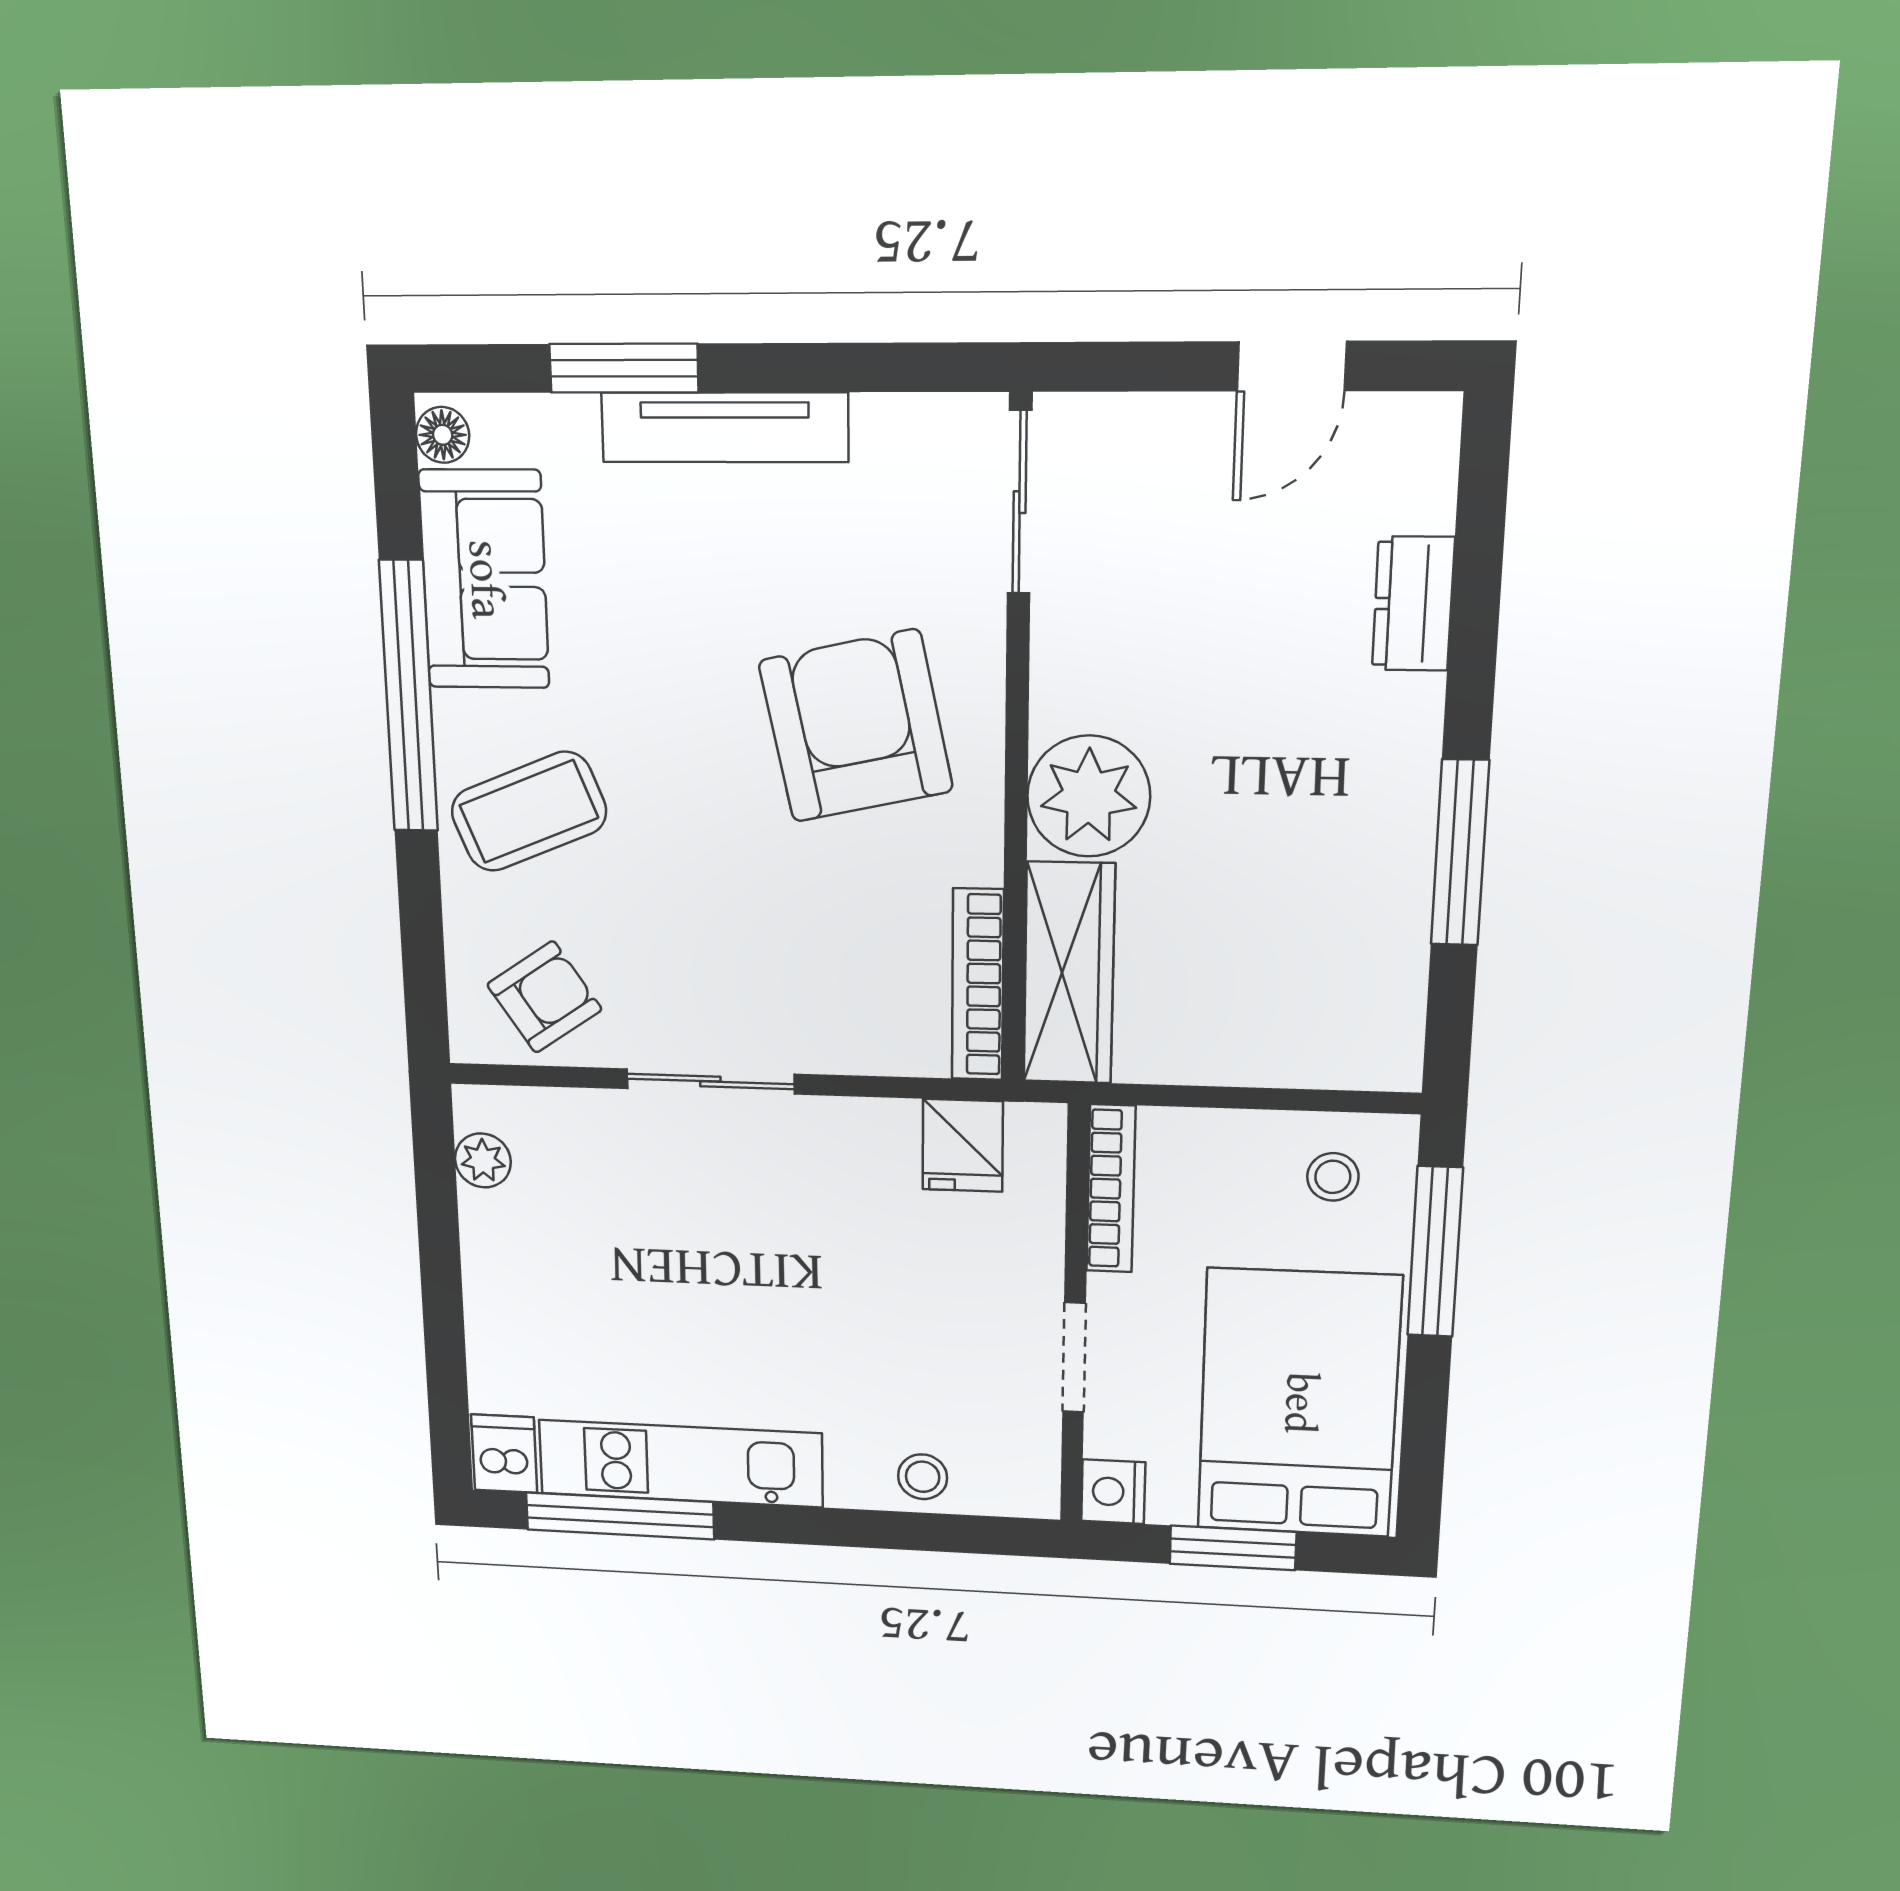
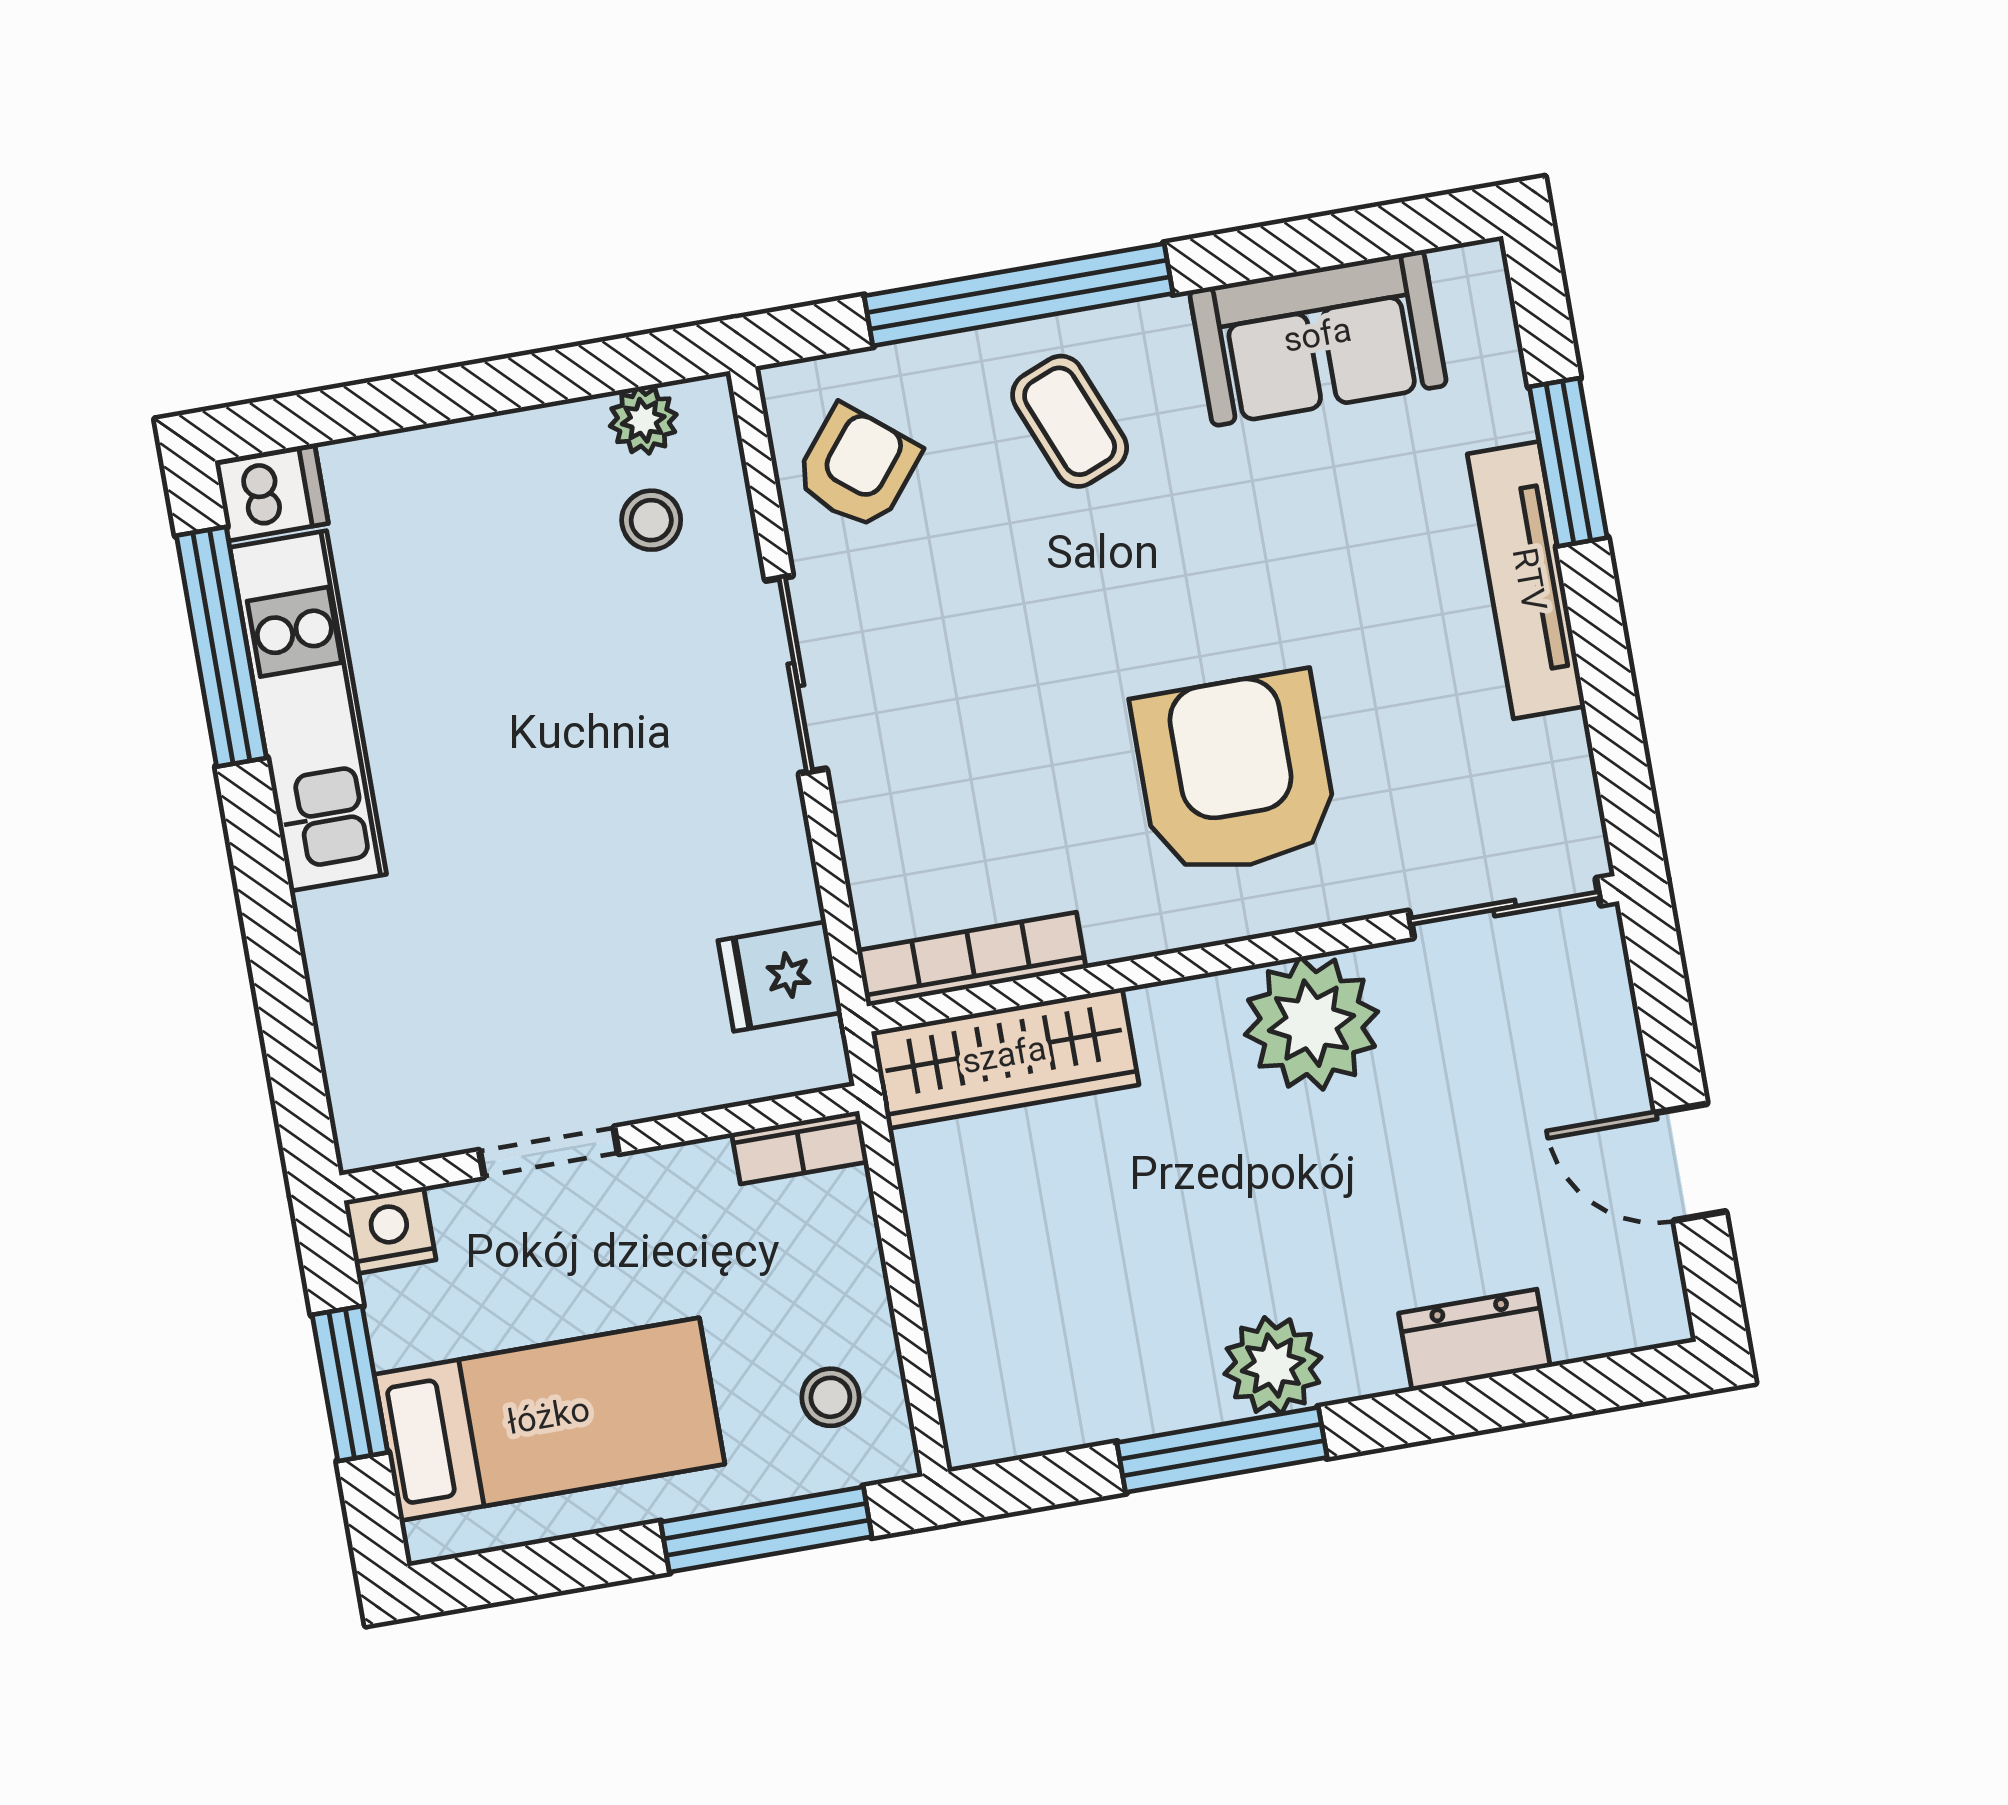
floor lamp: (443, 435) -> (1465, 273), removed
window: (409, 697) -> (1019, 295), moved
armchair: (856, 726) -> (1235, 774), turned -78
plant: (1394, 793) -> (1273, 1366), added
plant: (1089, 796) -> (1312, 1023), moved
coffee table: (529, 811) -> (1070, 421), width x0.73, depth x0.77
armchair: (544, 997) -> (857, 467), turned -107
bookcase: (1111, 1189) -> (800, 1147), width x0.64
bed: (1299, 1403) -> (549, 1419), width x0.67
stool: (923, 1477) -> (651, 520), moved

